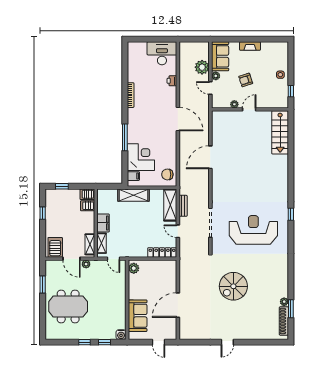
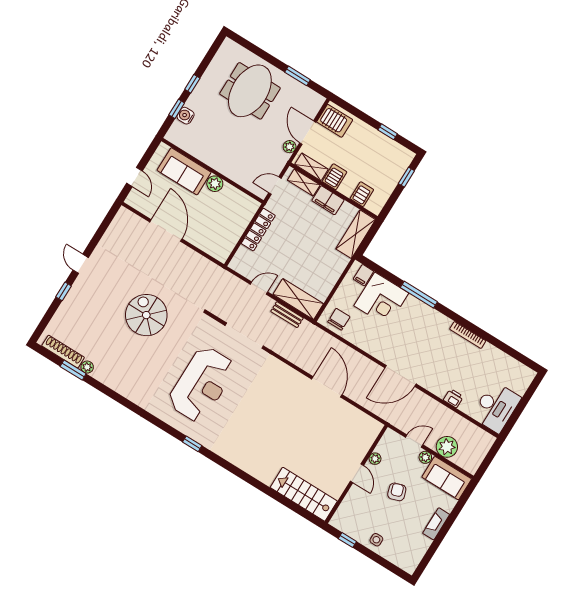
server rack: (87, 194) -> (334, 177), moved
shelving: (133, 195) -> (356, 234), moved
locker: (162, 253) -> (258, 230), moved
door: (71, 259) -> (308, 133), hinge flipped
plant: (134, 268) -> (215, 184), moved
water cooler: (121, 335) -> (186, 116), moved
door: (158, 342) -> (134, 177), swing flipped
window: (249, 342) -> (64, 291), added

